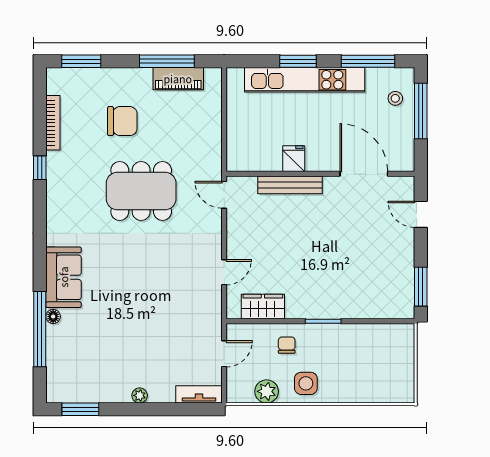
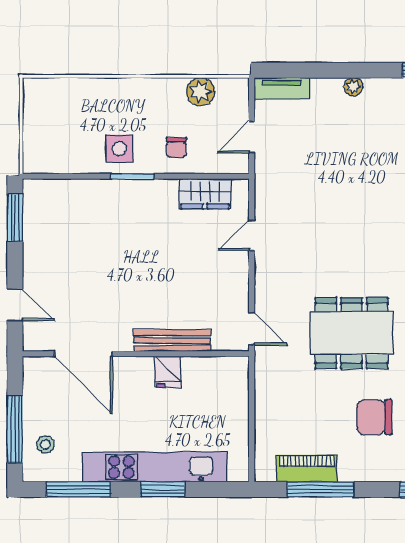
side table: (306, 383) -> (119, 149), moved

